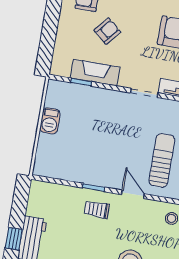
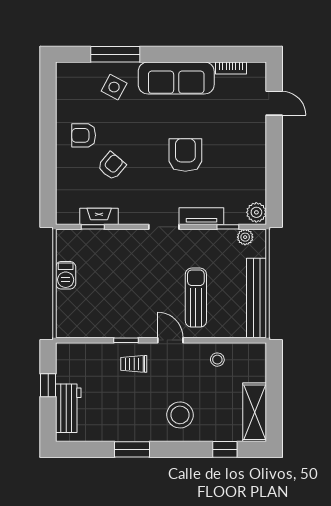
fireplace: (95, 73) -> (99, 216), width x0.73, depth x0.76
window: (14, 239) -> (48, 385), moved

